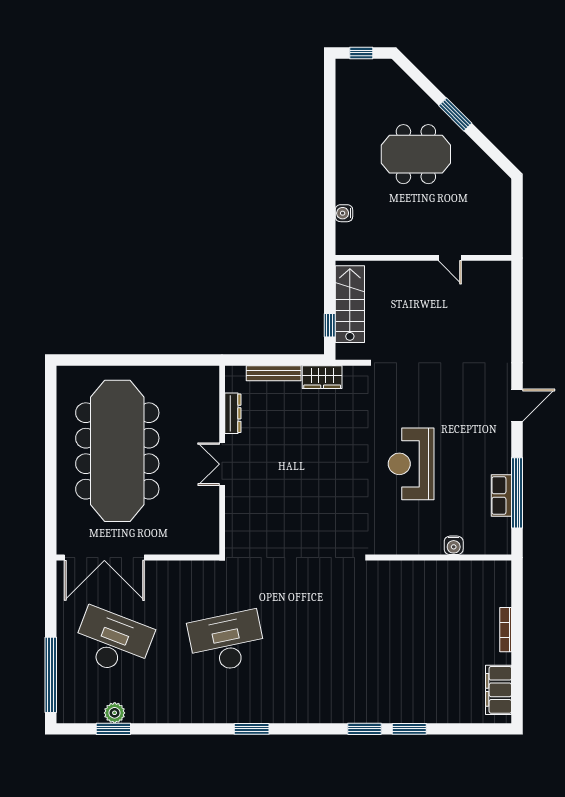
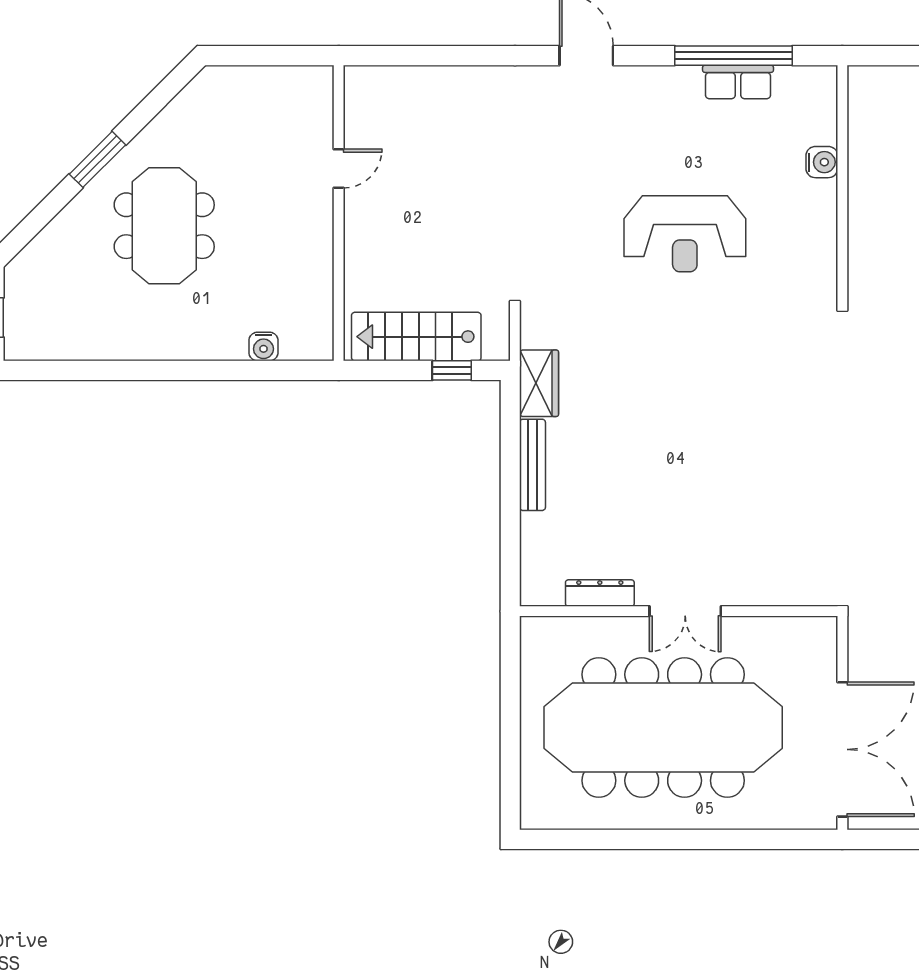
dresser: (233, 413) -> (600, 593), moved
wall: (222, 460) -> (679, 611), moved
double door: (222, 464) -> (685, 611), moved

